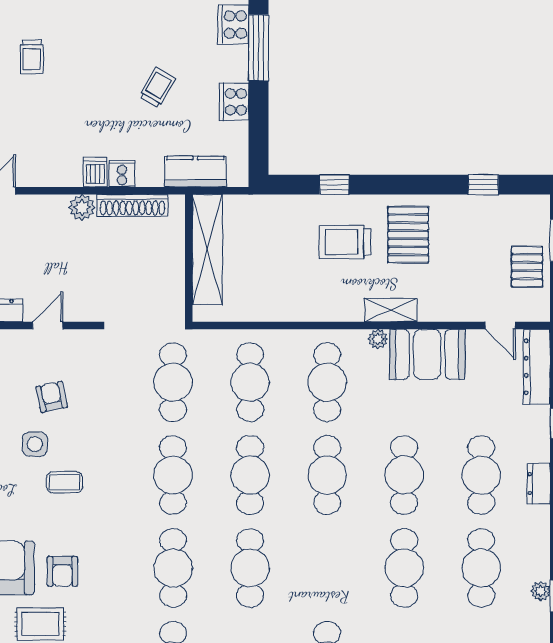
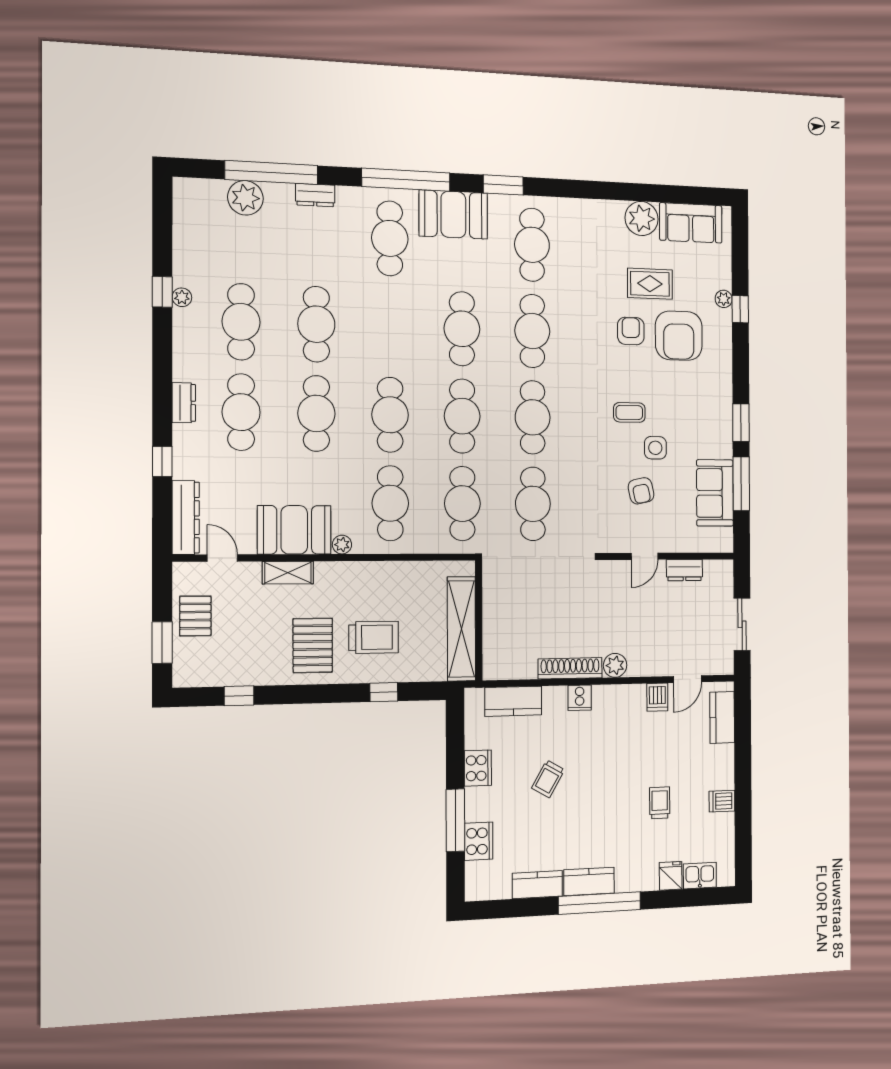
dishwasher: (95, 172) -> (657, 697), moved
shelving: (207, 250) -> (461, 629), moved
wall: (189, 258) -> (479, 621), moved
shelving: (391, 310) -> (288, 573), moved

